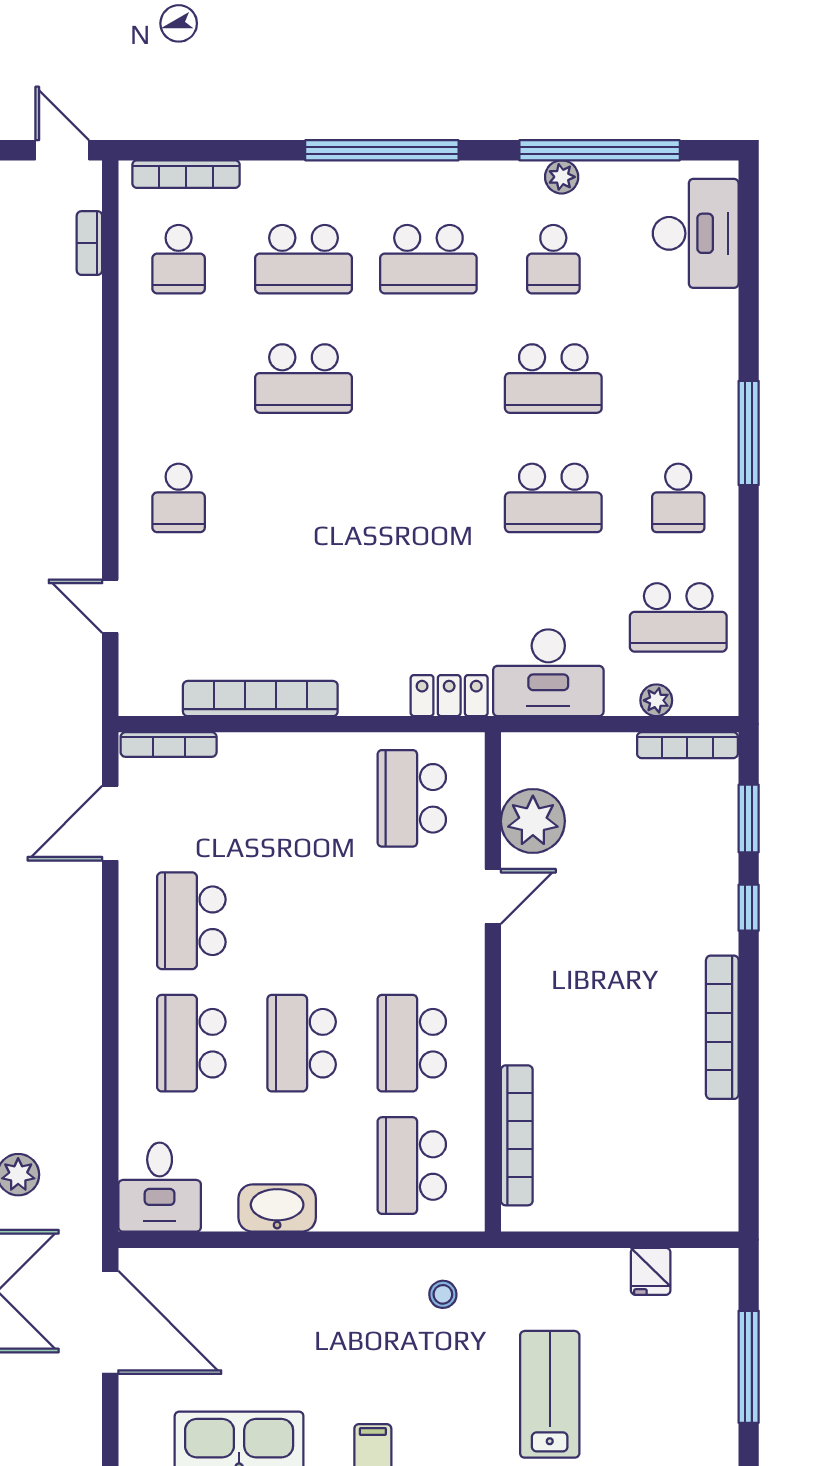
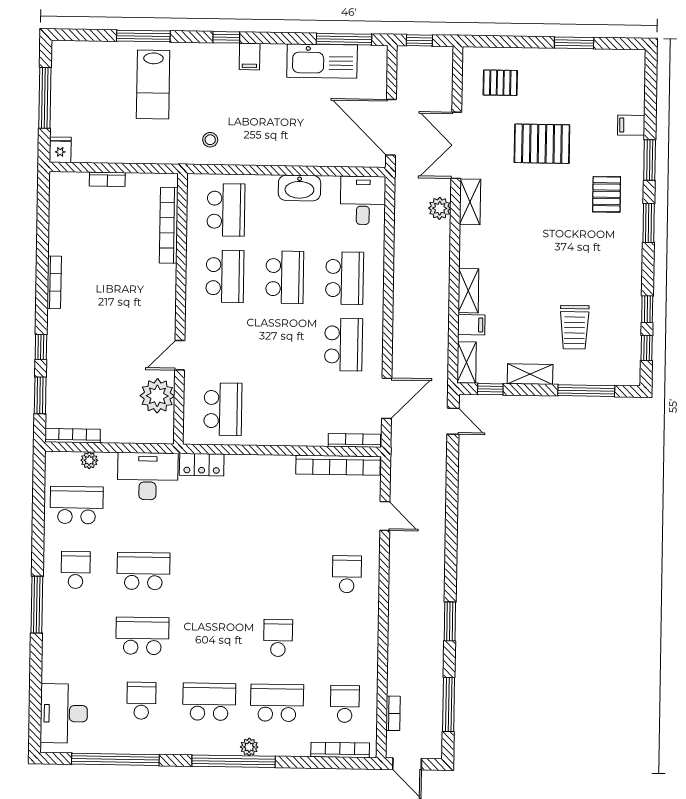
plant: (562, 177) -> (249, 747), moved
school desk: (304, 379) -> (278, 638), width x0.54
bookcase: (260, 699) -> (338, 465), moved
bookcase: (722, 1027) -> (54, 282), width x0.68, depth x0.76
bookcase: (631, 1219) -> (107, 179), added
fridge: (651, 1271) -> (60, 150), moved

